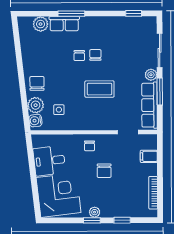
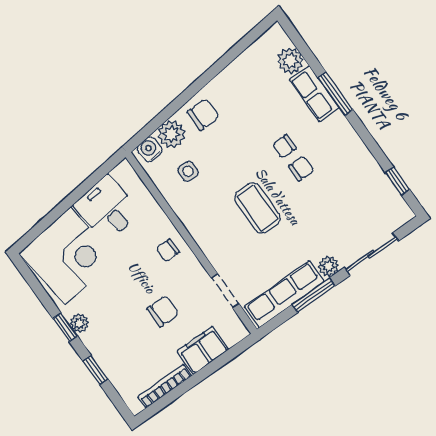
filing cabinet: (149, 156) -> (203, 350), width x2.00
chair: (104, 171) -> (163, 311), moved, turned 180

